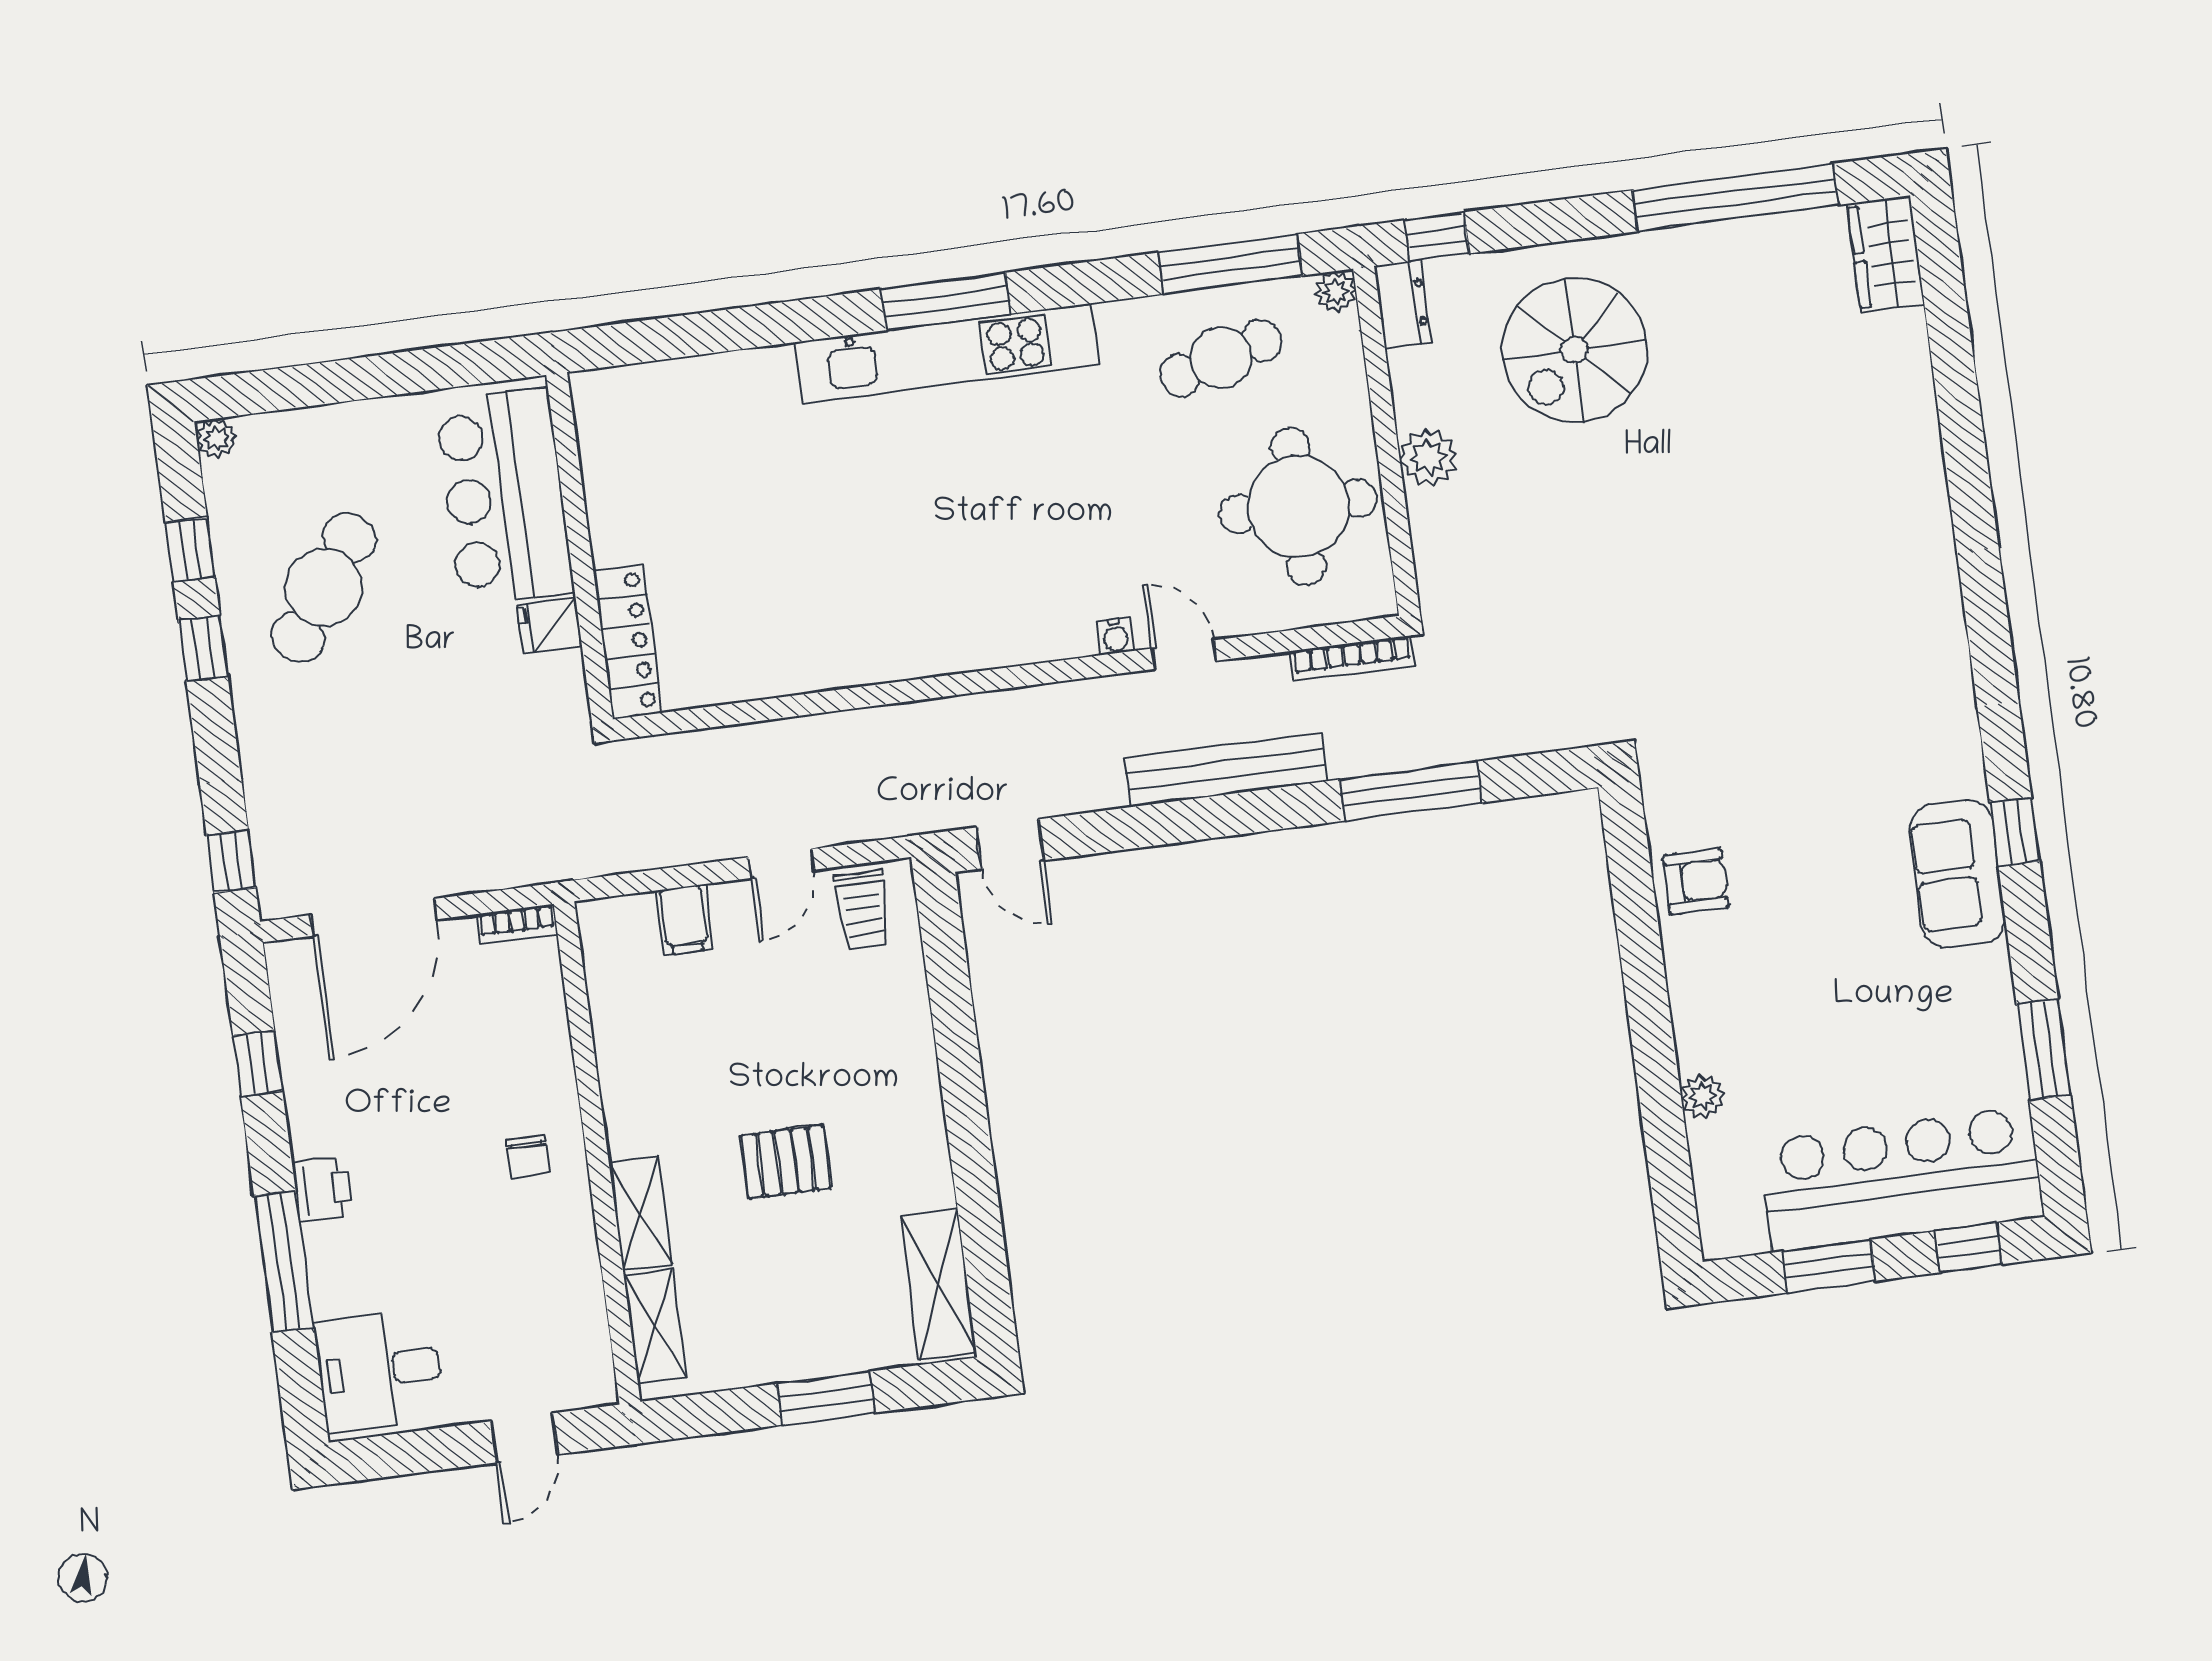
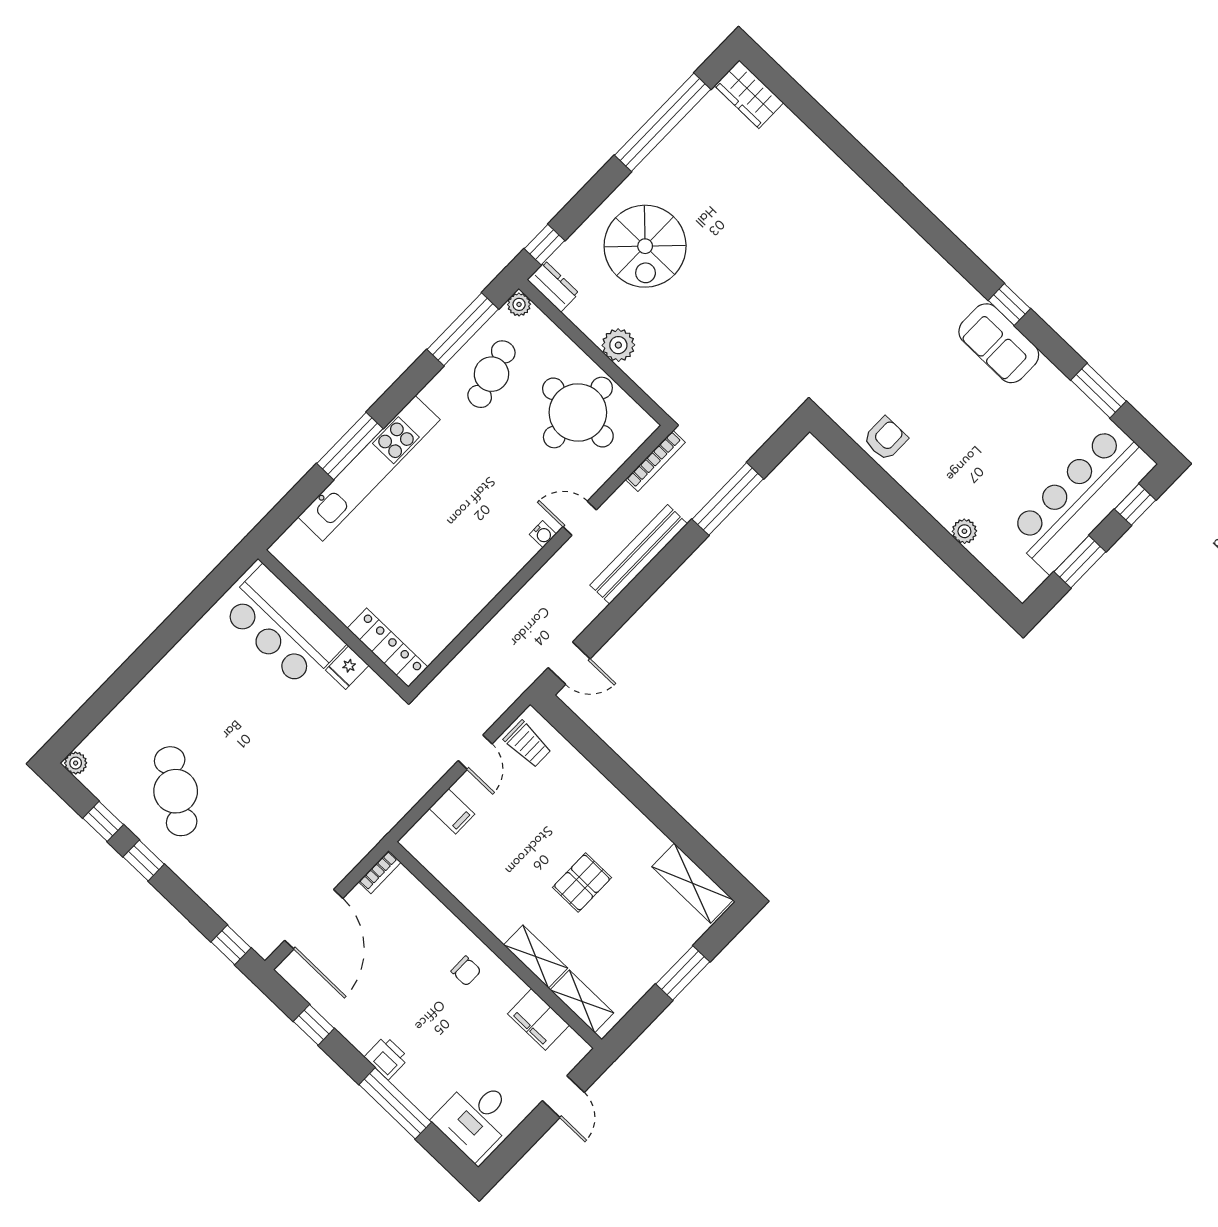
bar counter: (504, 497) -> (282, 627), moved
wall: (579, 547) -> (333, 623), moved
fridge: (549, 625) -> (347, 668), moved
locker: (627, 642) -> (388, 647), moved
filing cabinet: (575, 1304) -> (539, 1019), added

